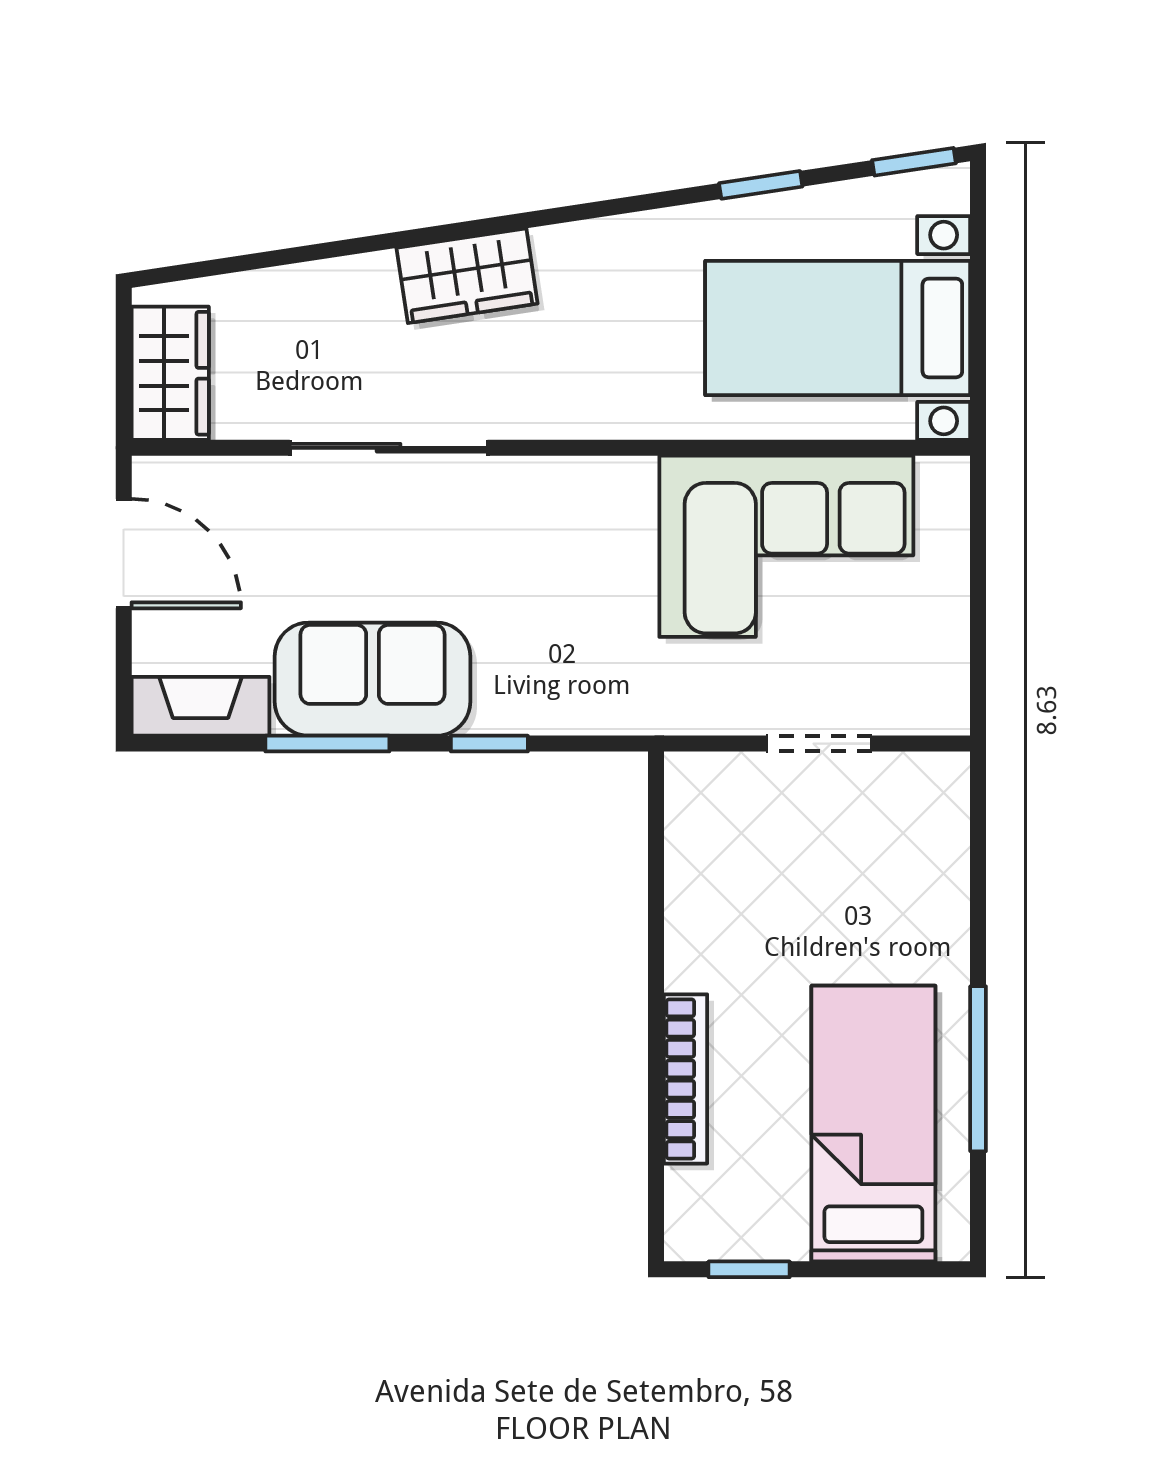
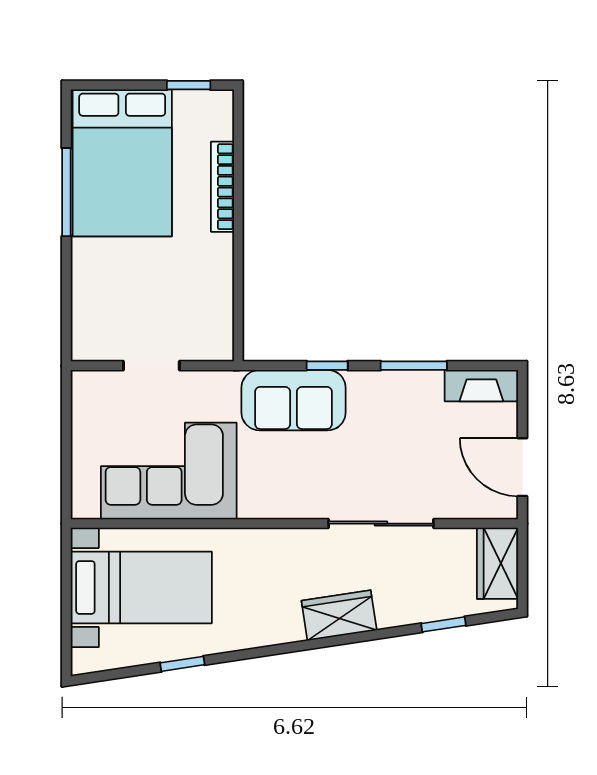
window: (914, 162) -> (444, 624), moved
sofa: (372, 679) -> (294, 400), moved
bed: (873, 1124) -> (122, 163), width x1.50

